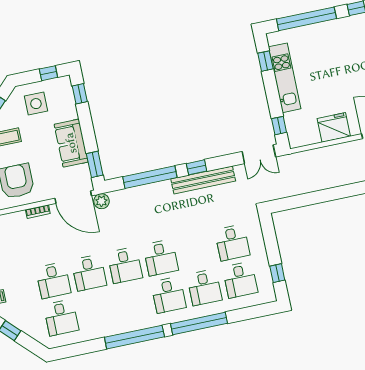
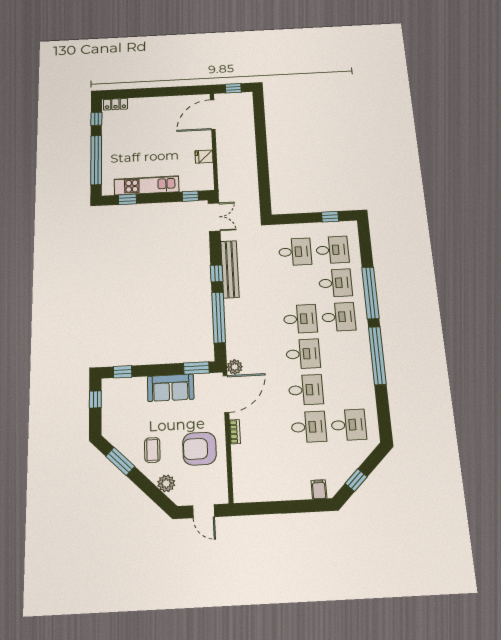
side table: (36, 104) -> (124, 417), removed
fridge: (334, 127) -> (204, 157), width x0.53, depth x0.75

